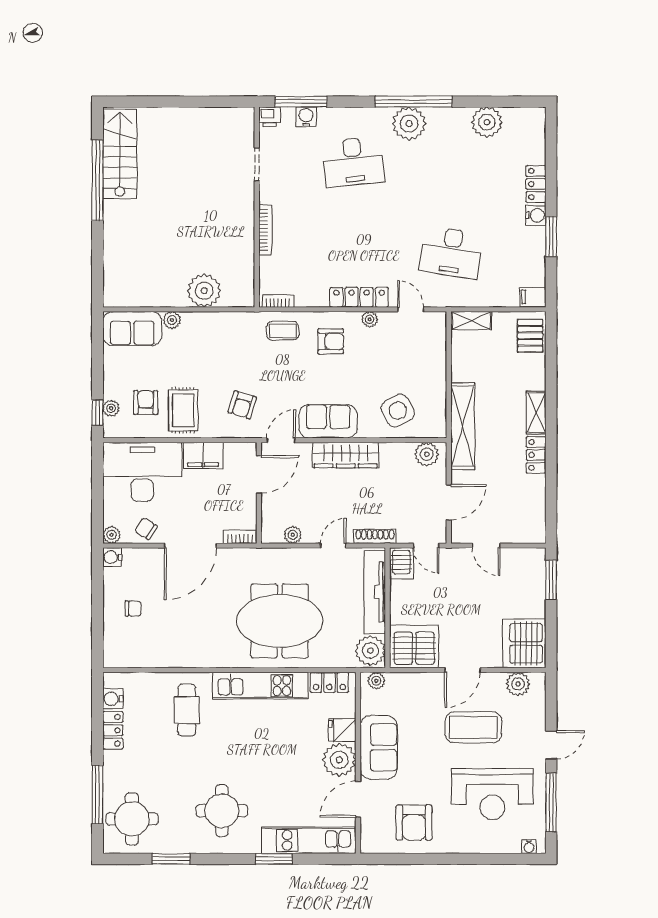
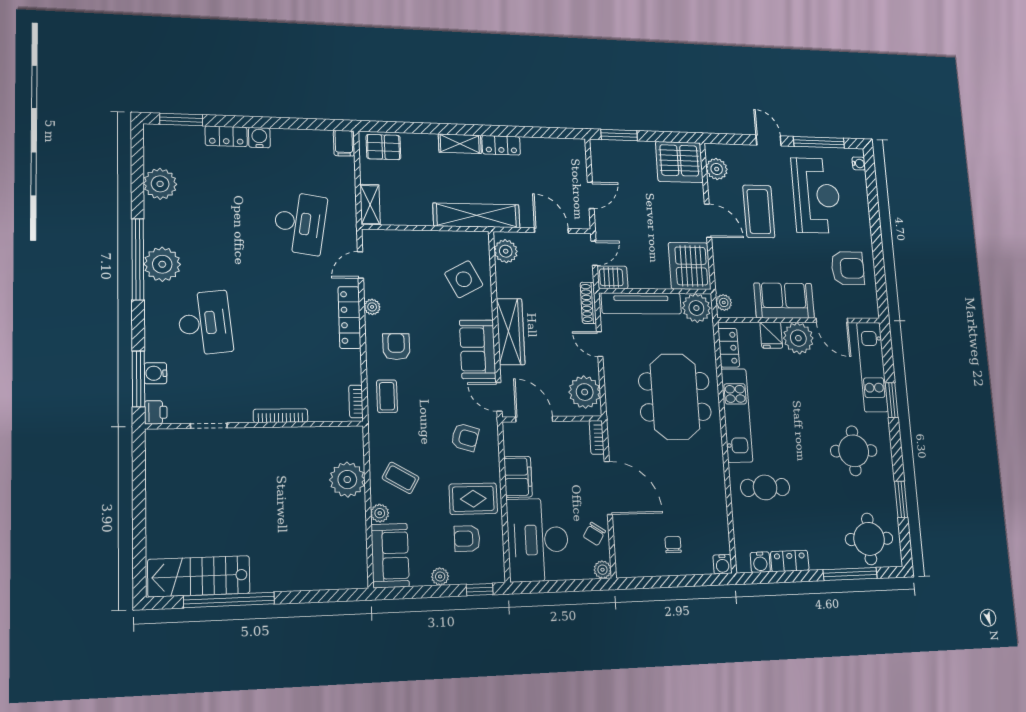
window: (551, 237) -> (181, 119), moved
coffee table: (205, 341) -> (401, 478), added
plant: (111, 408) -> (440, 577), moved
plant: (293, 535) -> (585, 392), width x1.87, depth x1.87
water cooler: (112, 557) -> (722, 564), moved

